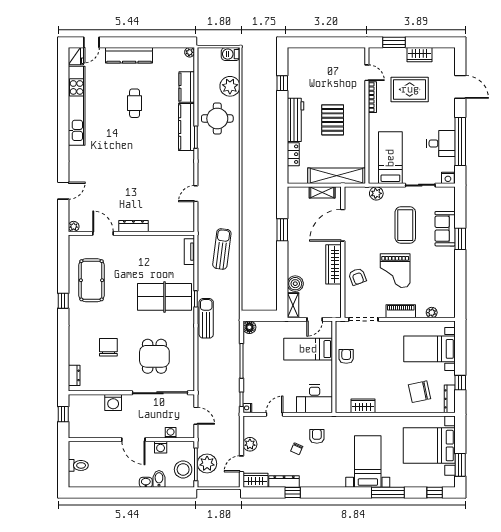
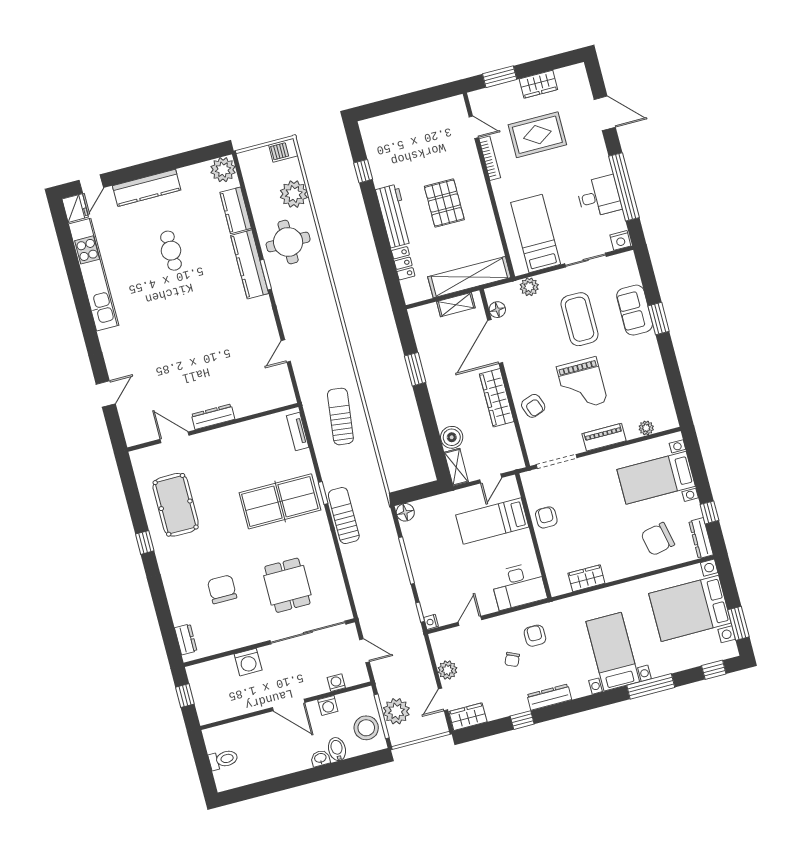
plant: (190, 52) -> (223, 170), width x1.87, depth x1.87
floor lamp: (350, 203) -> (497, 310), added
plant: (74, 226) -> (132, 439), removed
dresser: (284, 482) -> (549, 697), moved

